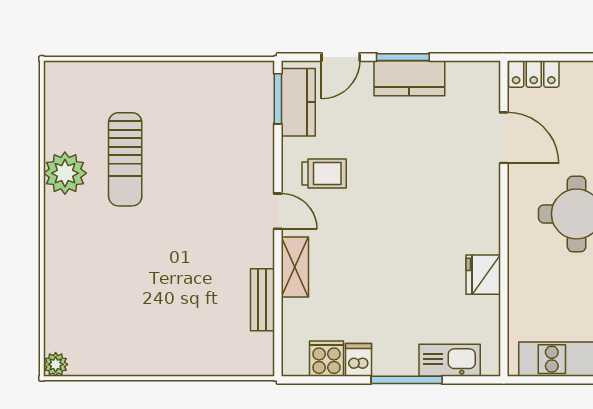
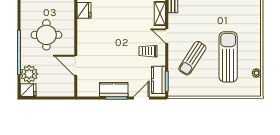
locker: (534, 74) -> (64, 91), removed
sun lounger: (214, 156) -> (192, 58), added
sun lounger: (125, 159) -> (228, 57), width x1.36, depth x1.34
plant: (65, 173) -> (256, 73), moved, width x0.53, depth x0.53

